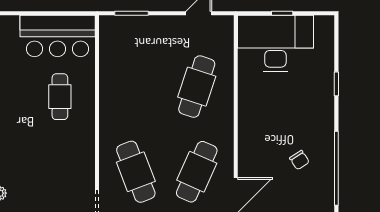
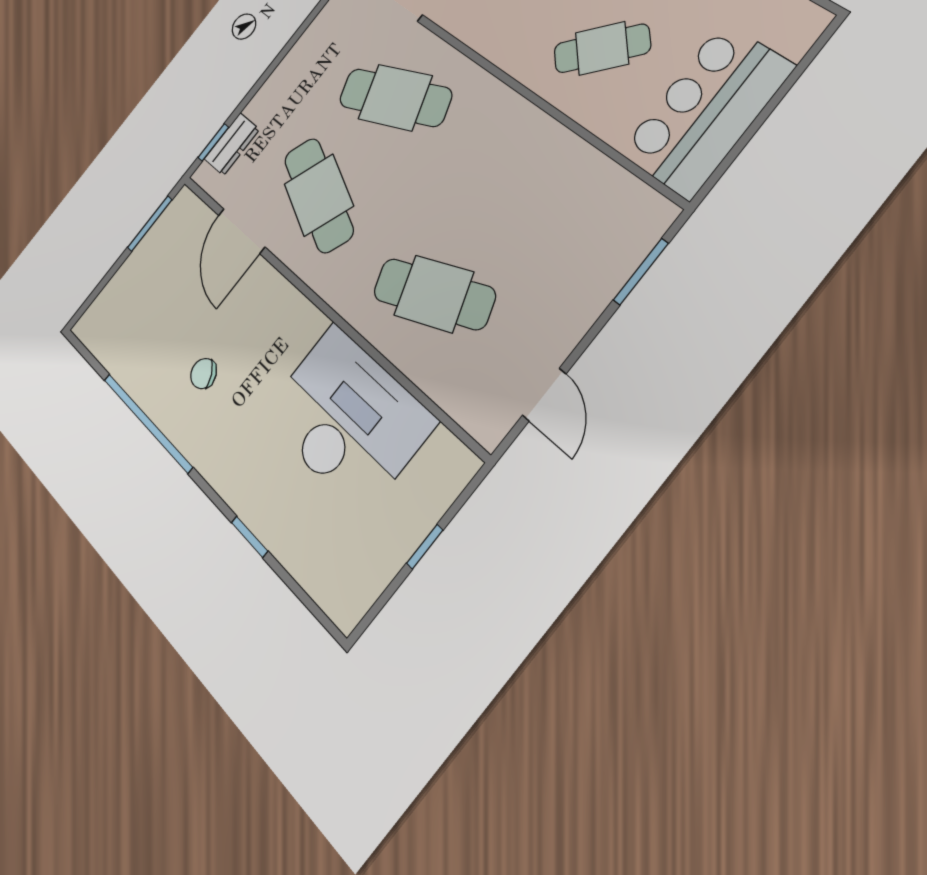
desk: (275, 43) -> (347, 419), moved, turned -90
cafe table: (197, 87) -> (434, 294), turned -39
cafe table: (60, 97) -> (602, 48), turned -45

